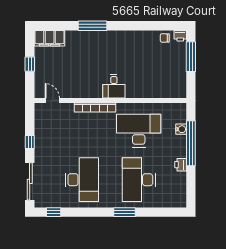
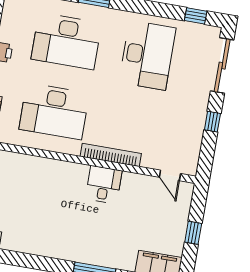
desk: (114, 86) -> (104, 185), moved
desk: (82, 180) -> (147, 55), turned 180
desk: (139, 180) -> (66, 41), turned 90

